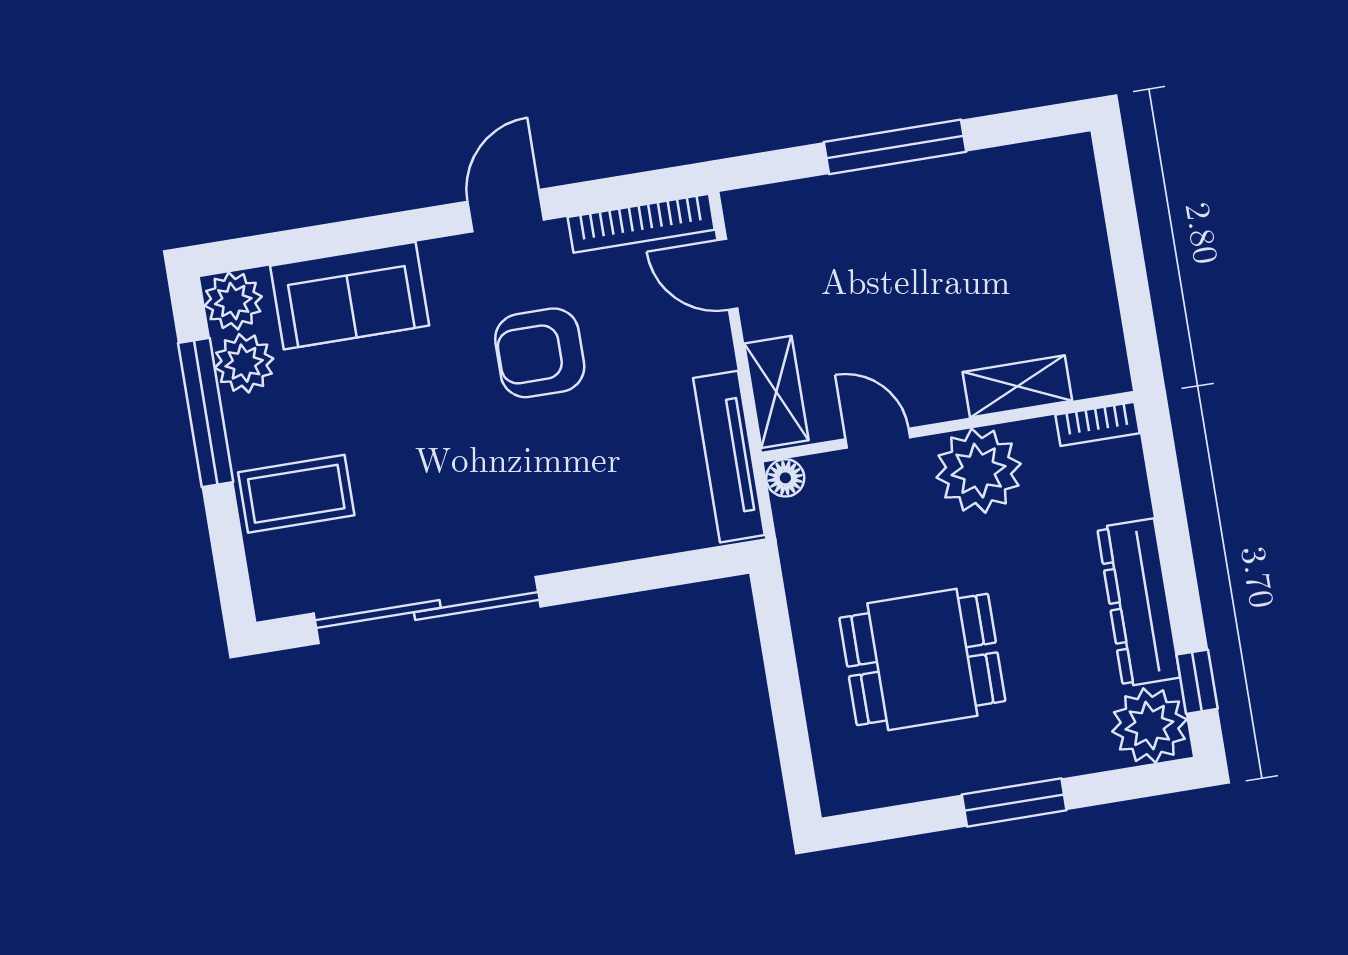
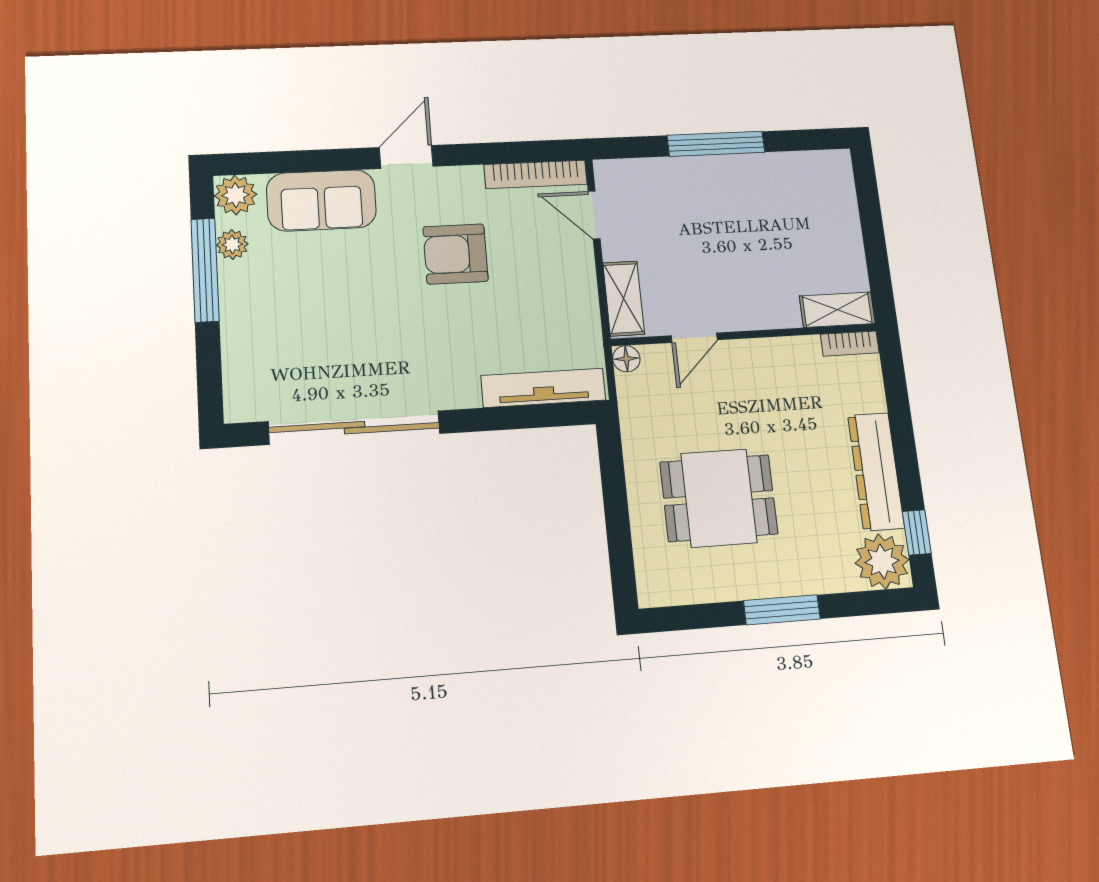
door: (506, 211) -> (406, 157), moved
plant: (244, 363) -> (232, 245), width x0.73, depth x0.73
shelving: (1017, 386) -> (837, 310), moved
door: (878, 438) -> (694, 338), swing flipped
tv unit: (729, 457) -> (543, 388), moved, turned 90
plant: (979, 471) -> (765, 367), removed
coffee table: (296, 494) -> (265, 334), removed

